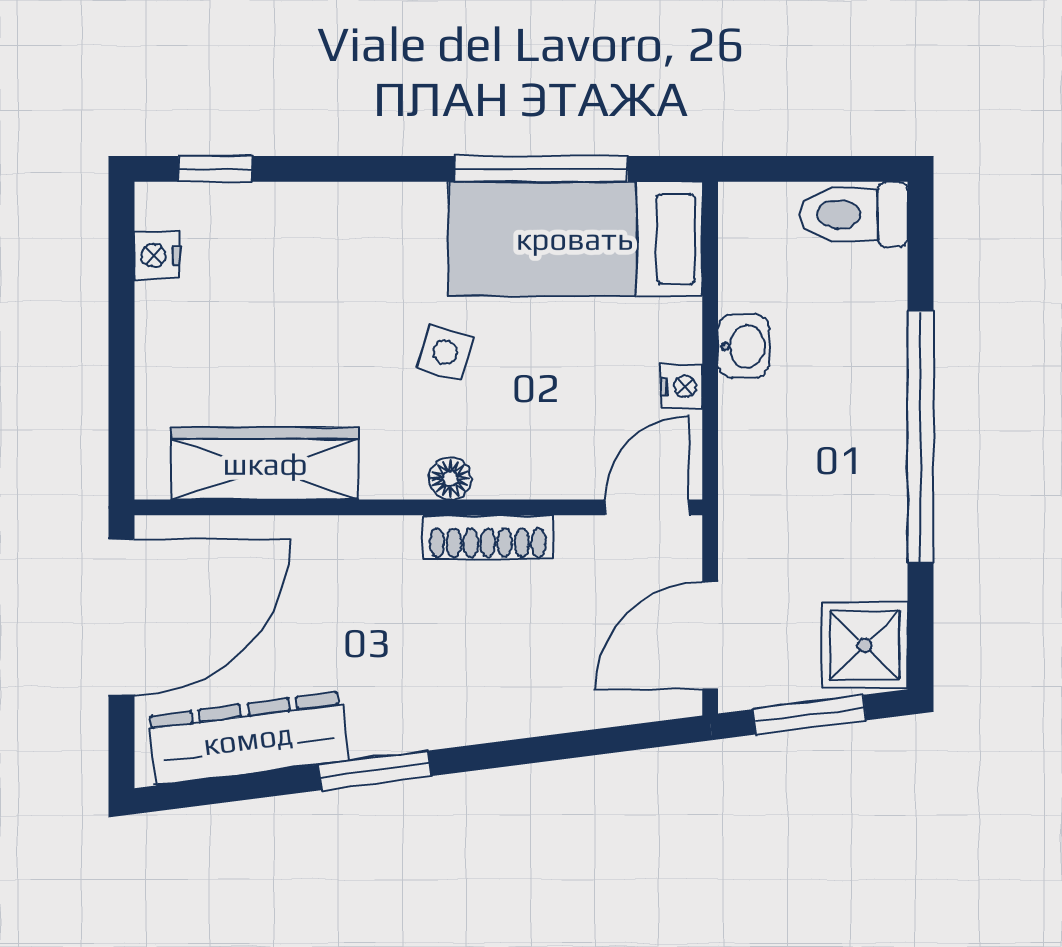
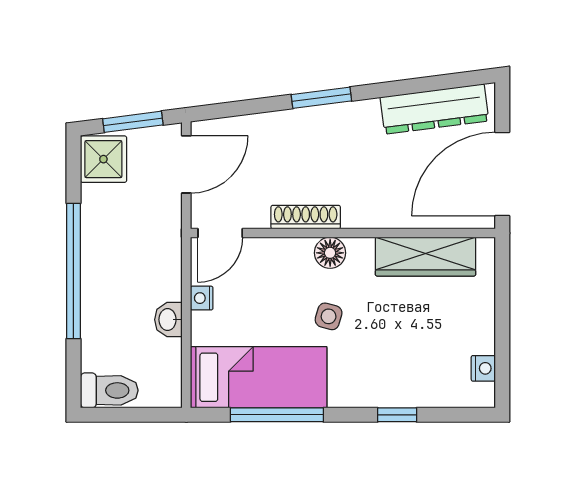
window: (215, 169) -> (397, 415), moved
floor lamp: (450, 479) -> (330, 253), width x1.37, depth x1.37
window: (375, 770) -> (321, 98), moved

